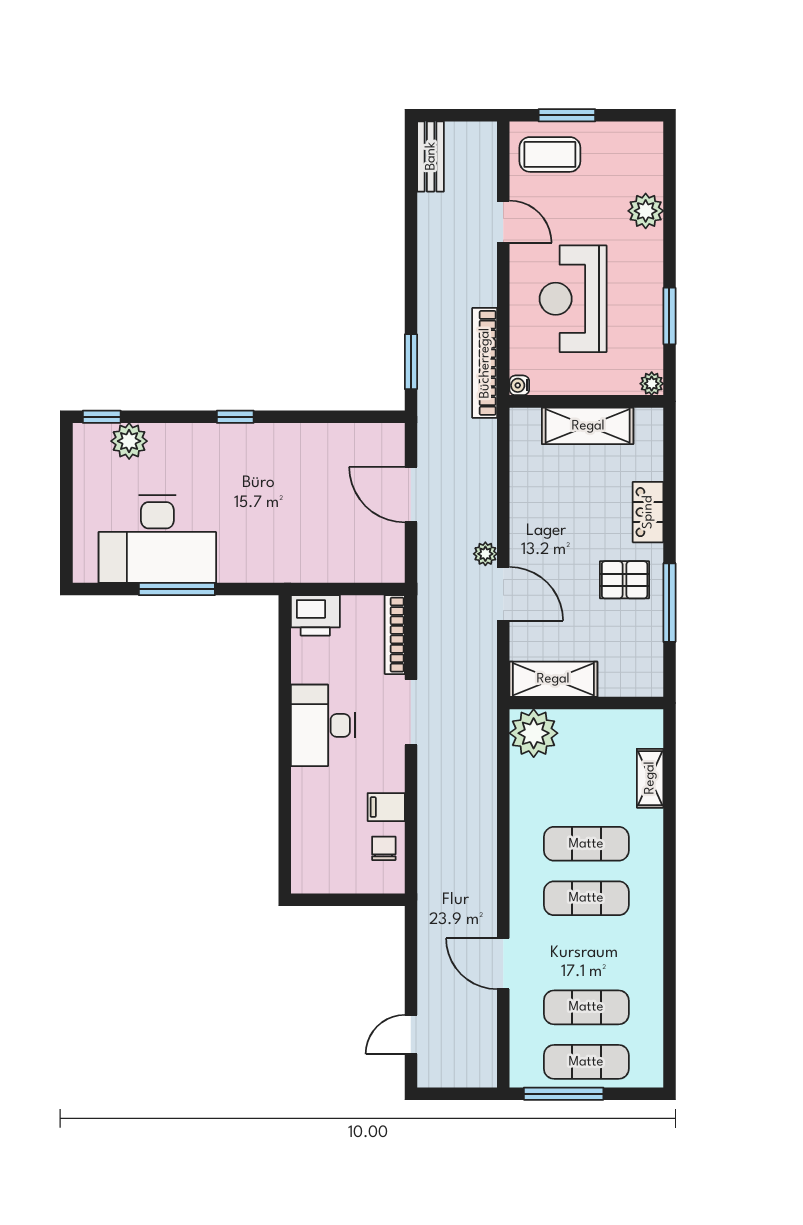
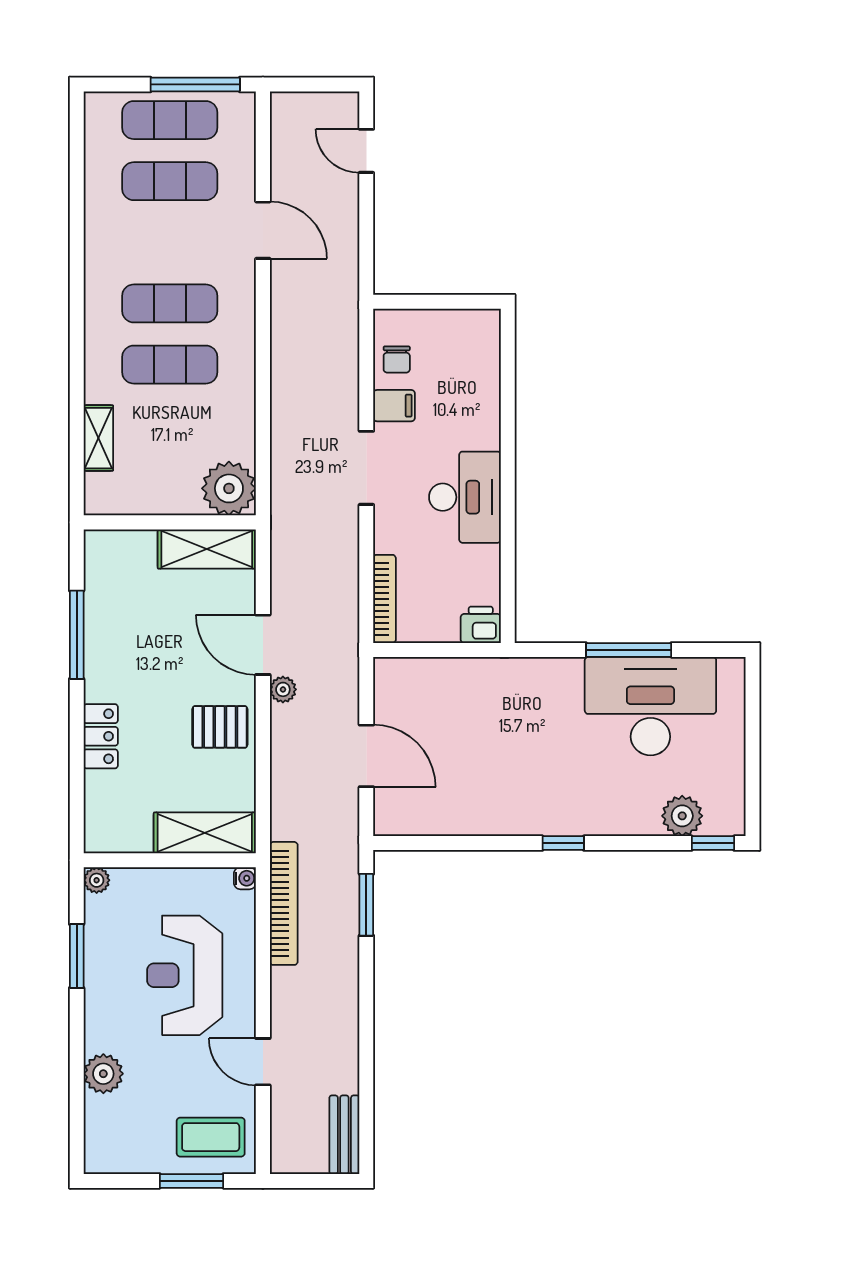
reception desk: (573, 299) -> (185, 975), turned 180
shelving: (588, 426) -> (205, 833), moved
pallet: (625, 580) -> (220, 727), moved
printer: (315, 615) -> (481, 625), width x0.73, depth x0.81
doorway: (411, 712) -> (366, 468), moved
door: (411, 1034) -> (366, 151), swing flipped

